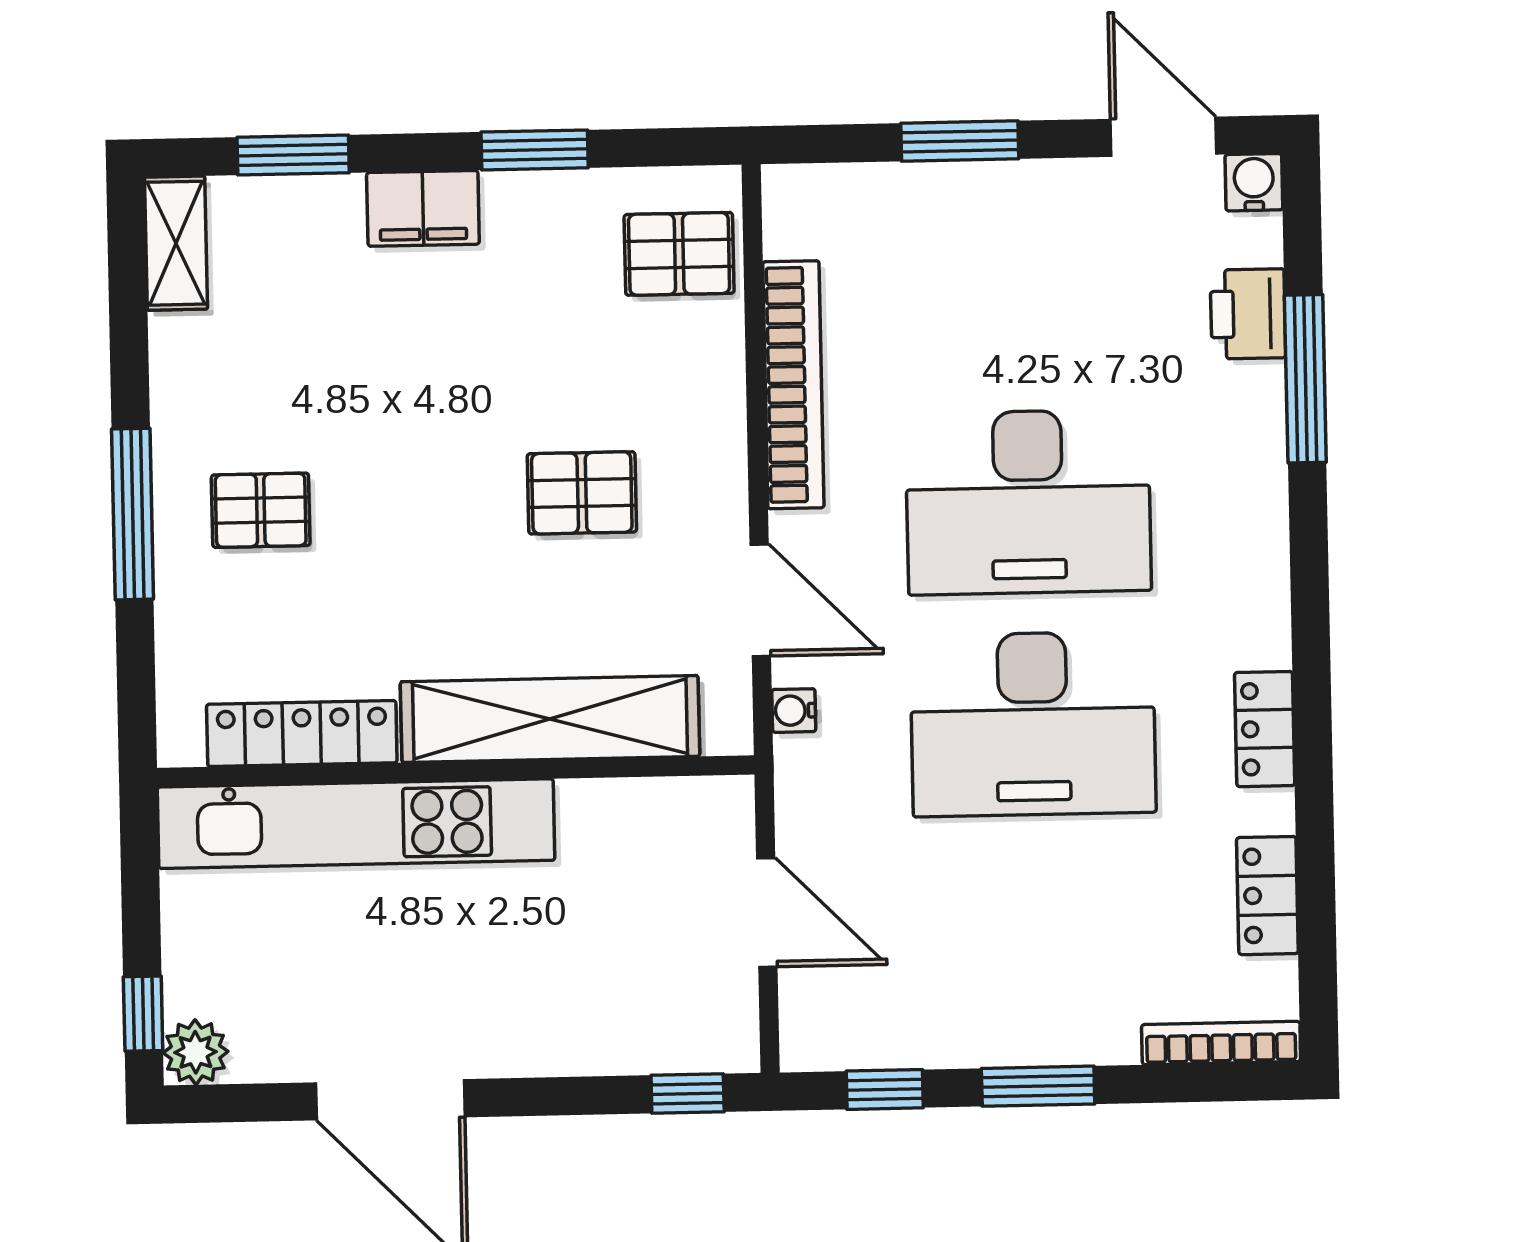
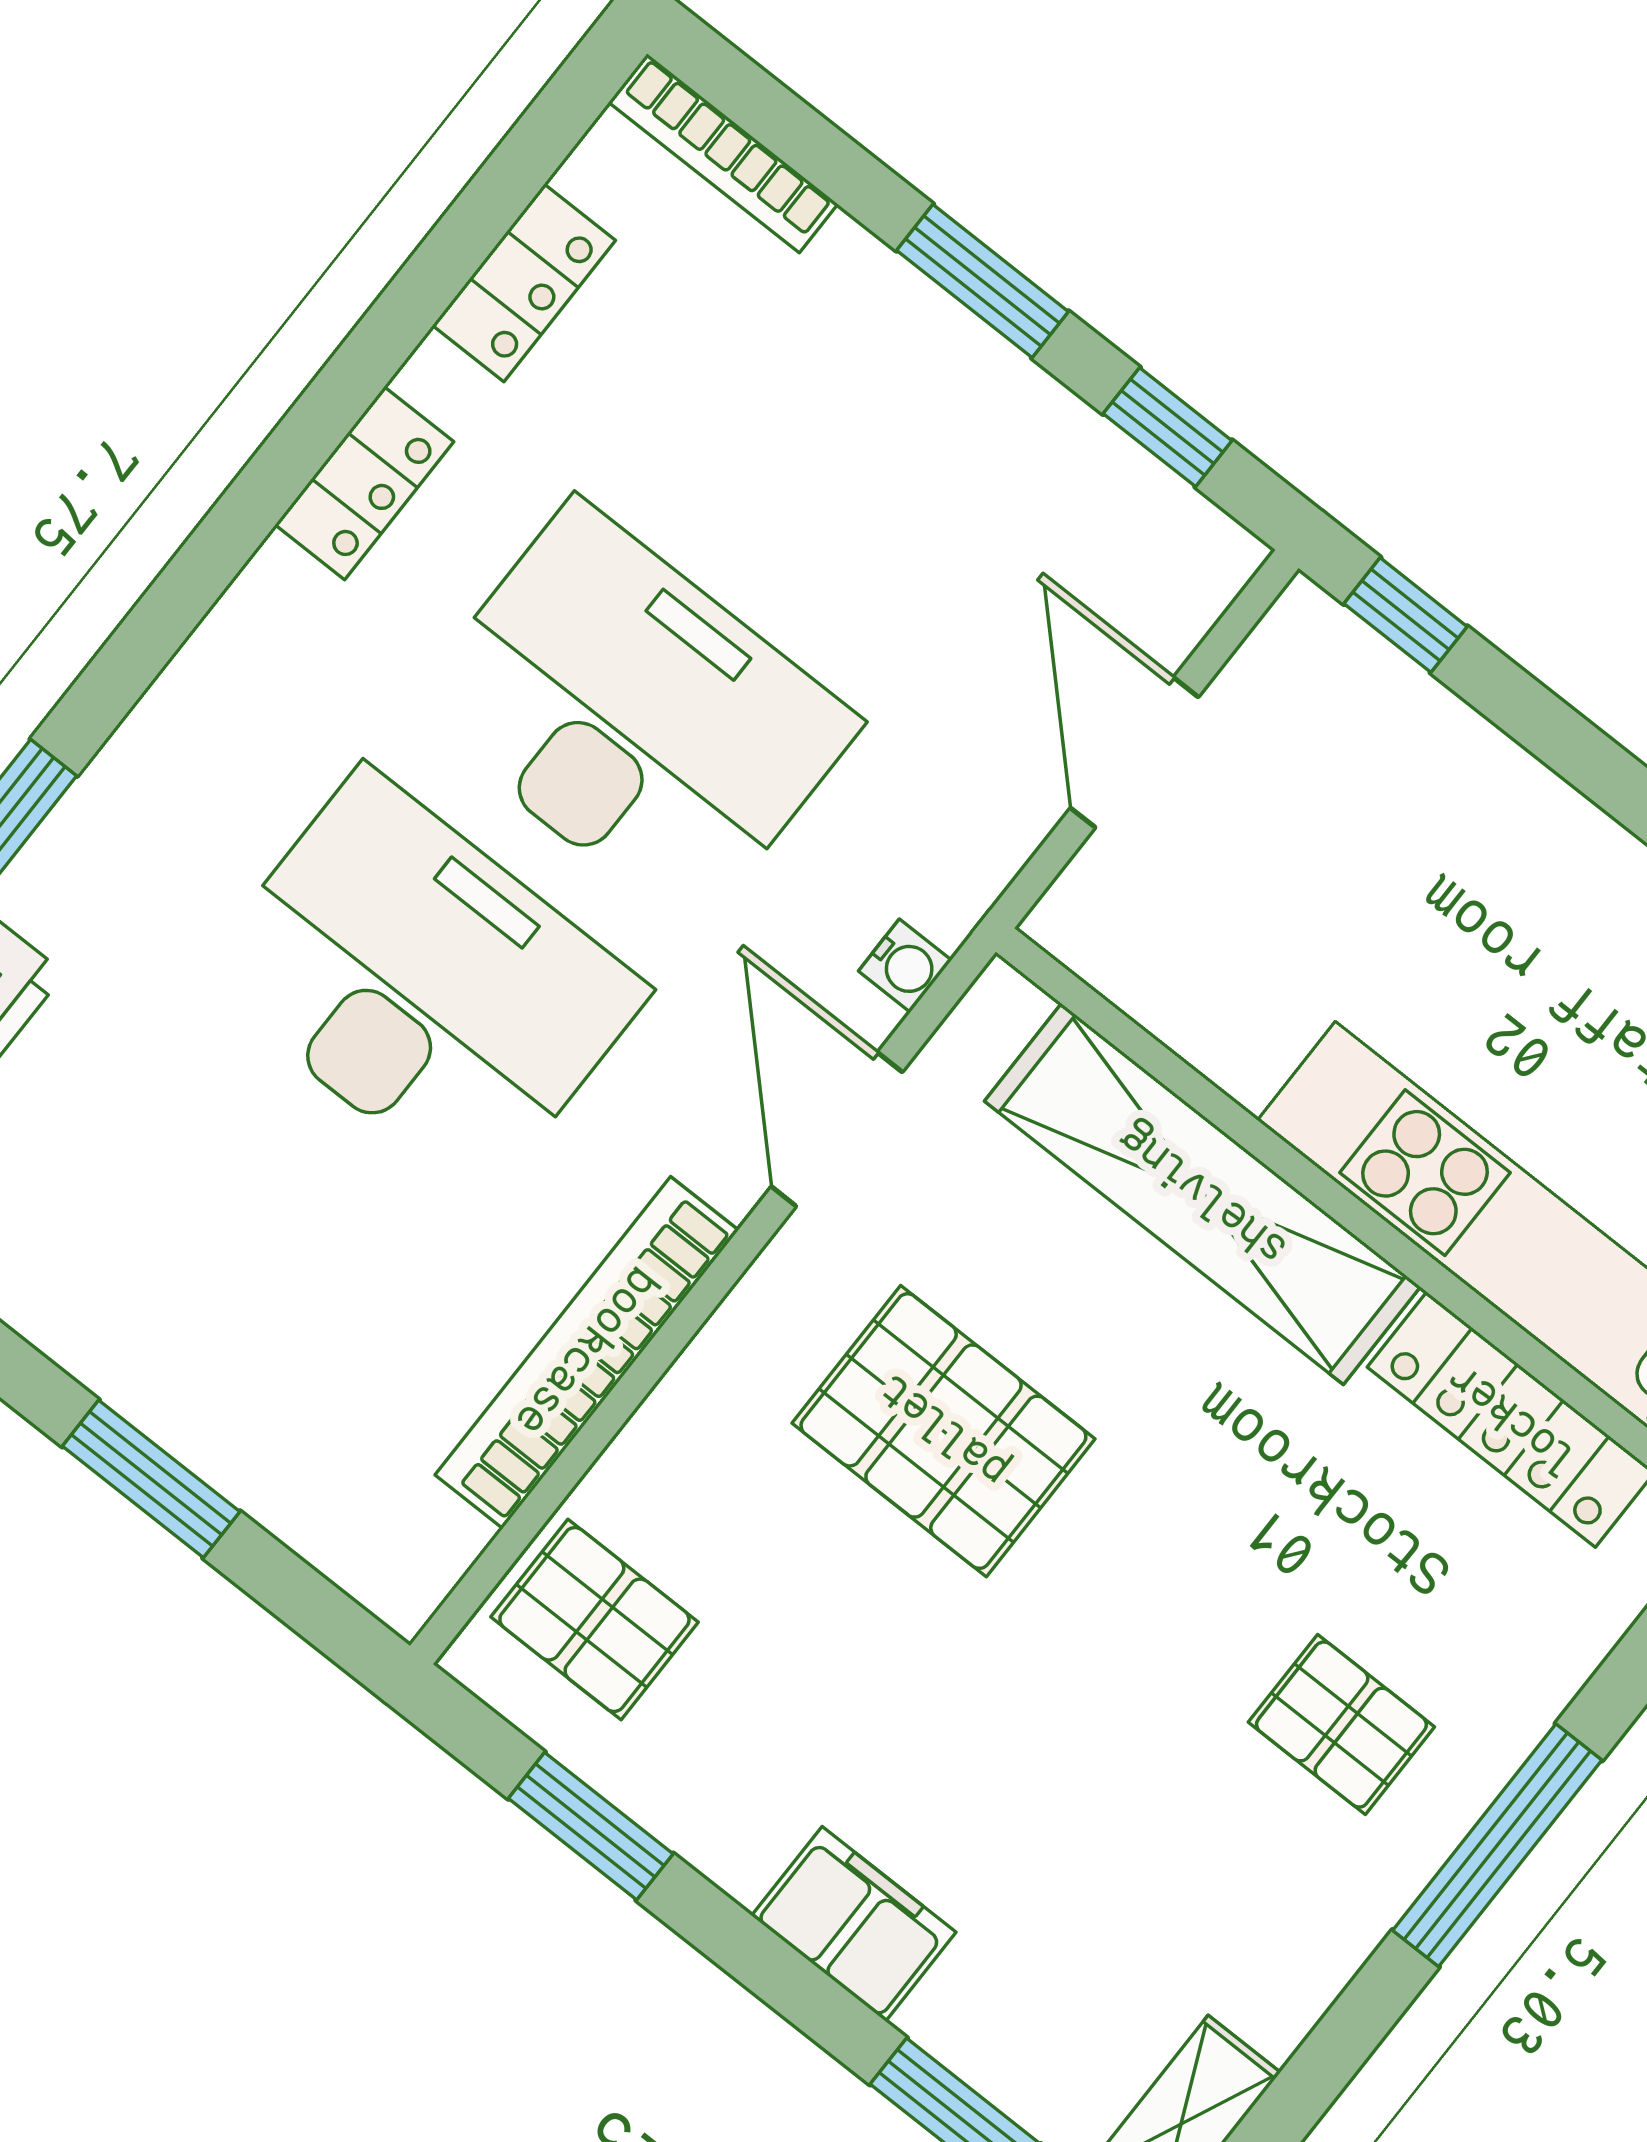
window: (535, 150) -> (591, 1826), moved
pallet: (582, 493) -> (943, 1431), width x1.50, depth x1.42

